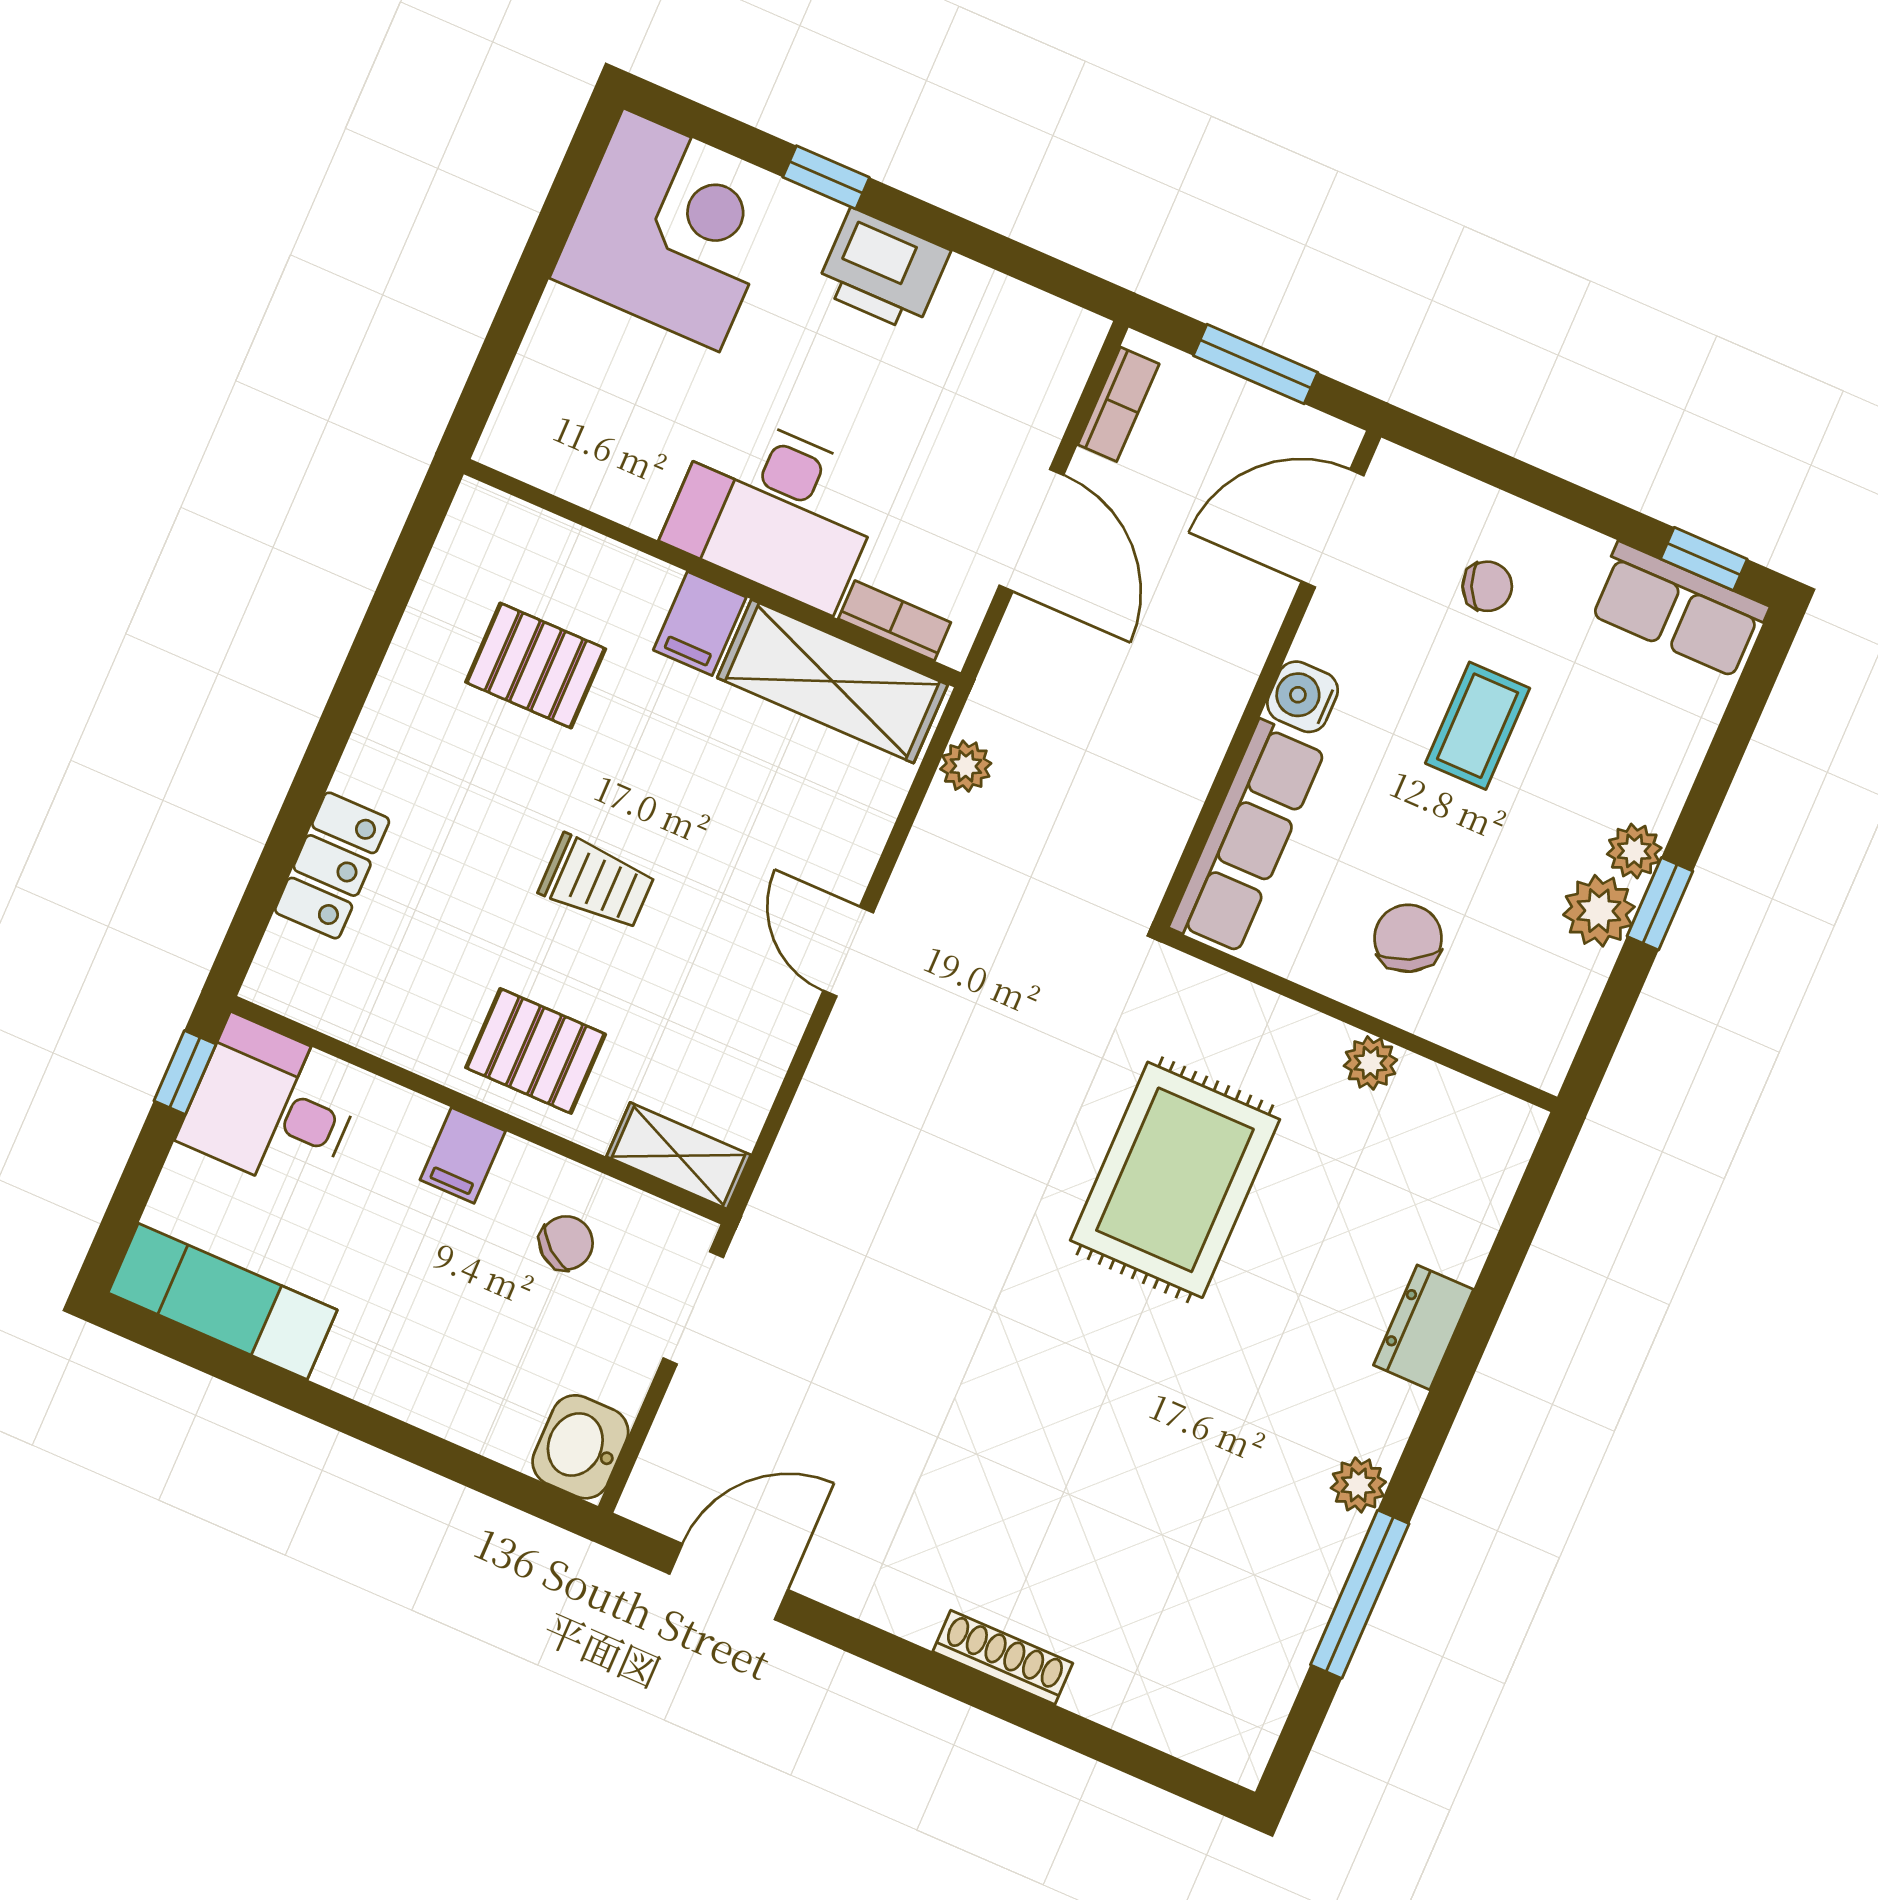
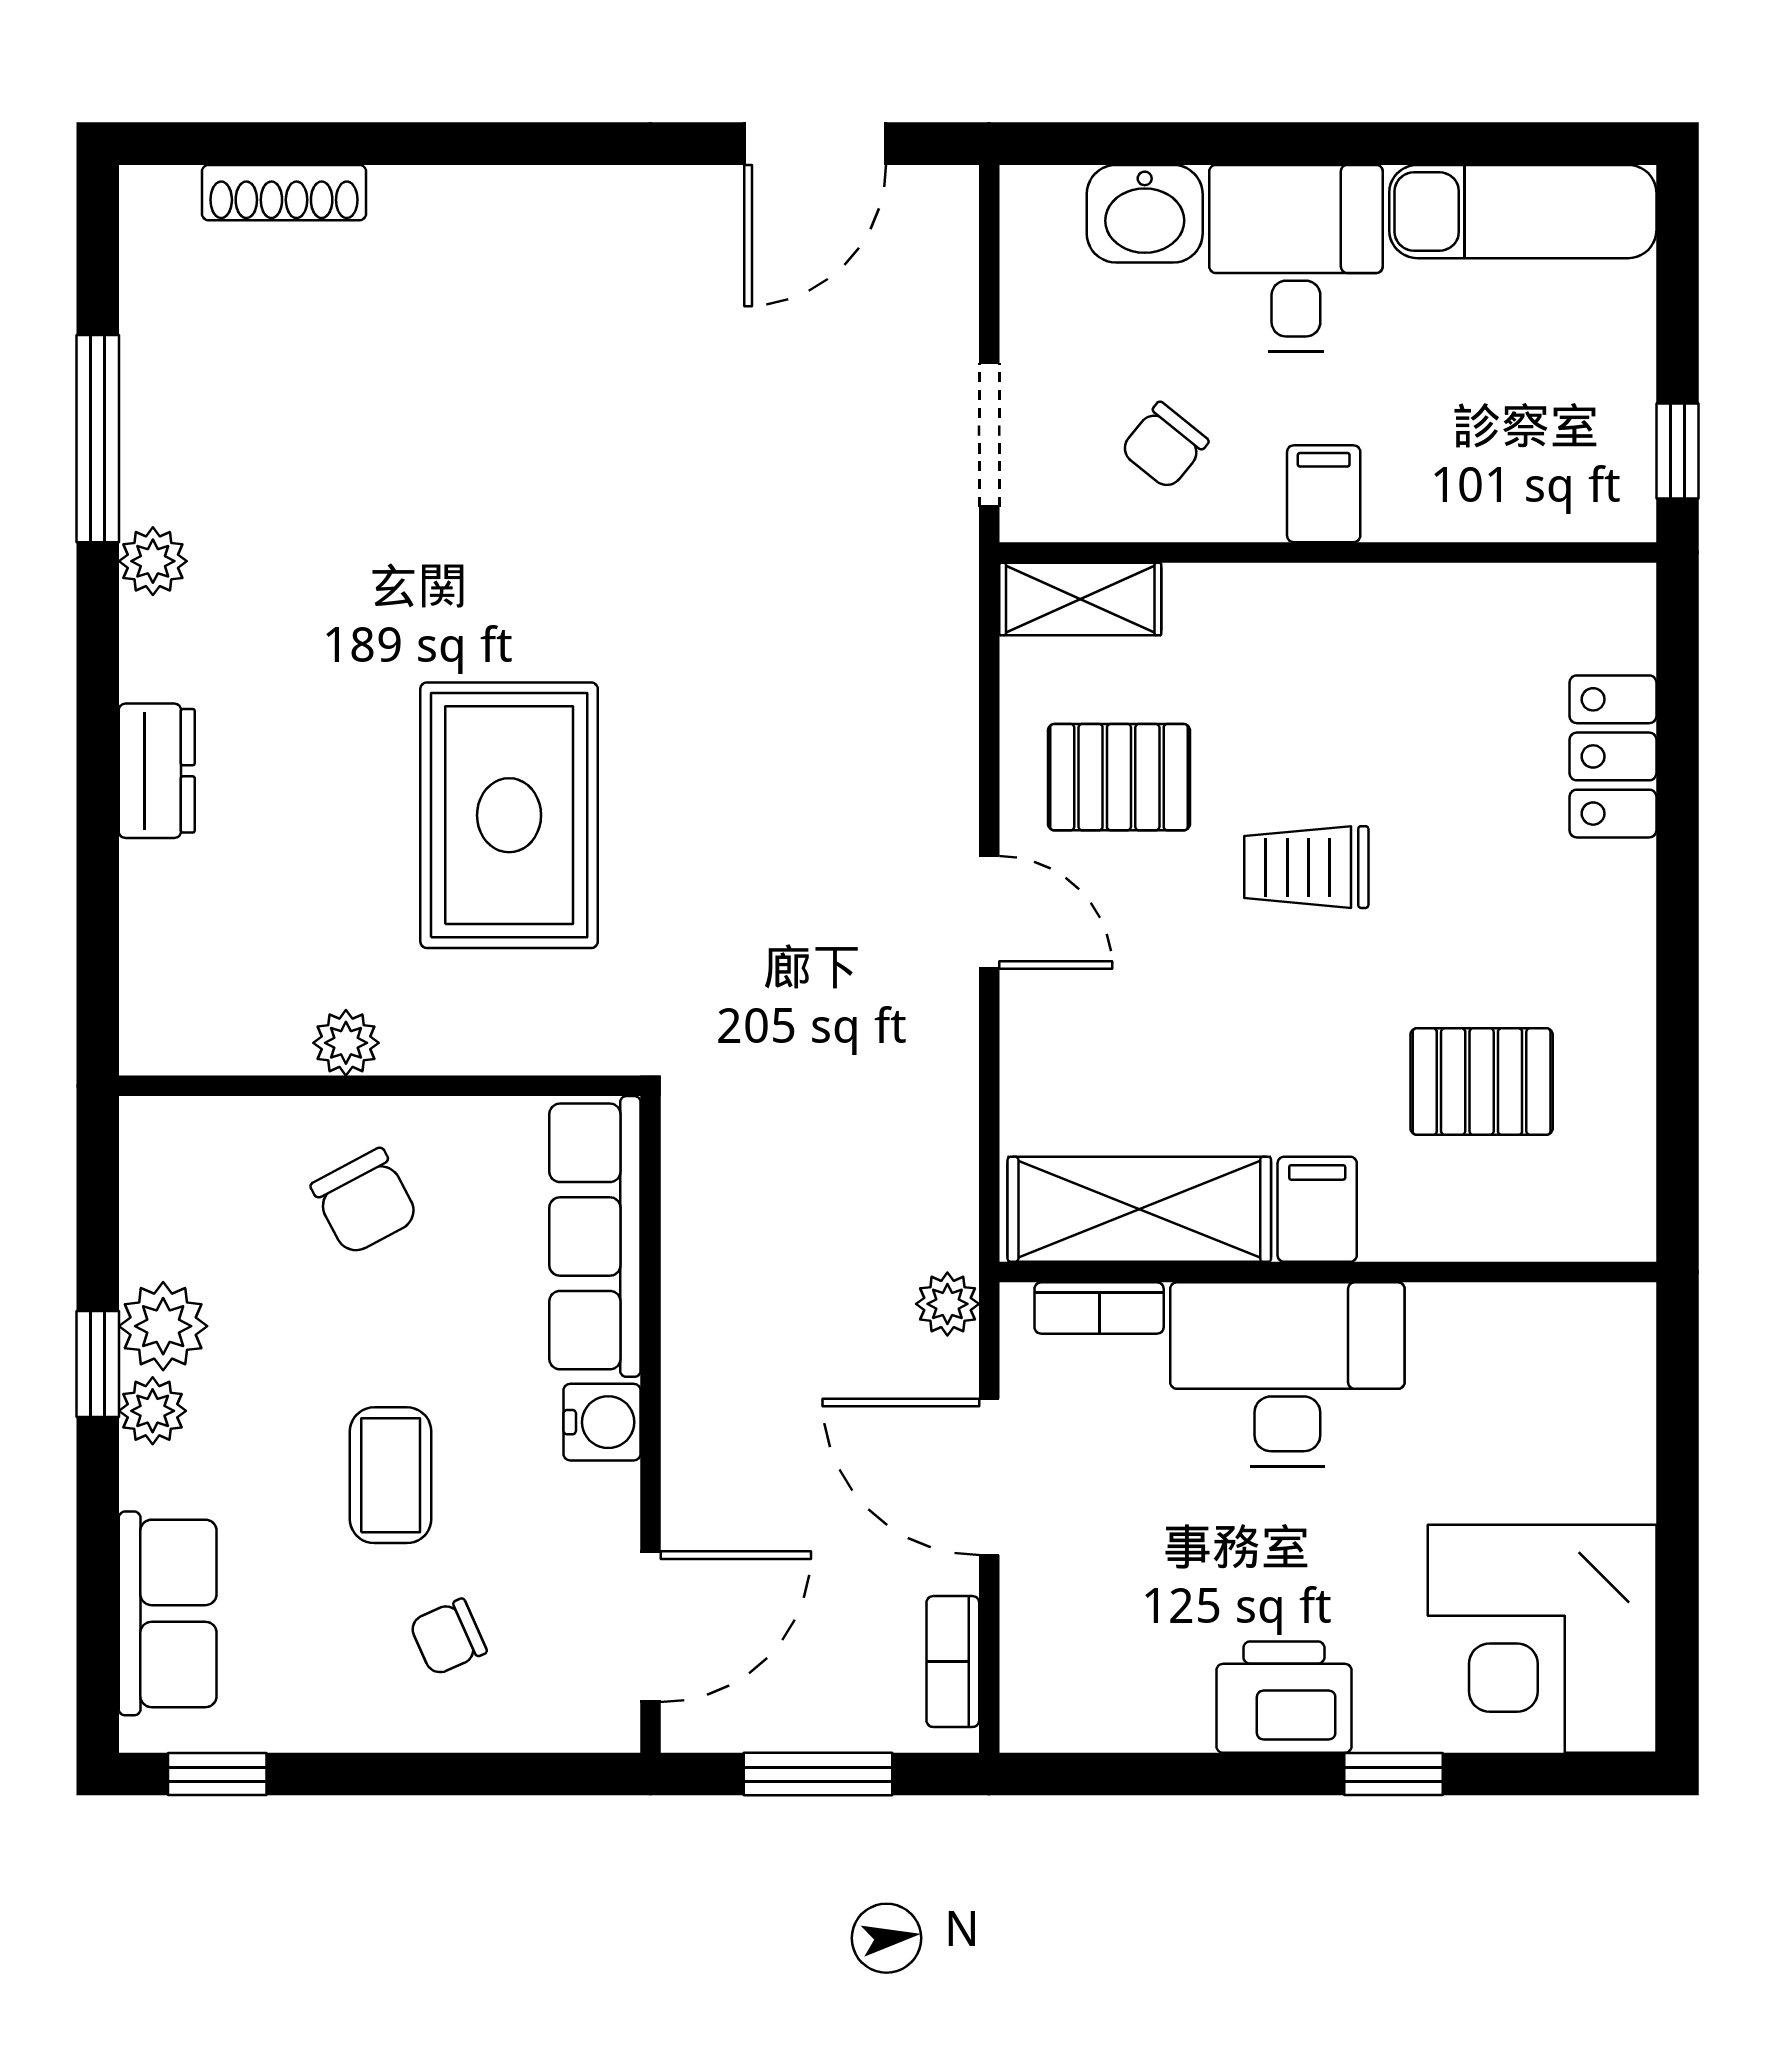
row of seats: (1678, 610) -> (168, 1613), moved, turned 90
plant: (966, 766) -> (947, 1304), moved
pallet: (536, 1051) -> (1119, 777), moved
desk: (272, 1106) -> (1296, 258), moved, turned -90
washbasin: (580, 1447) -> (1145, 214), moved, turned 90
shoe rack: (1003, 1657) -> (284, 193), moved

